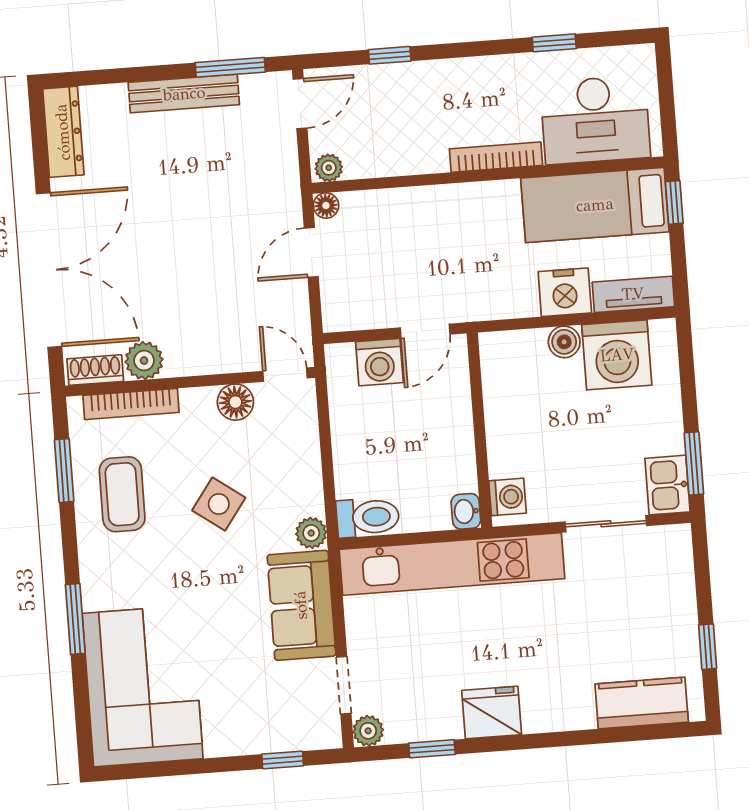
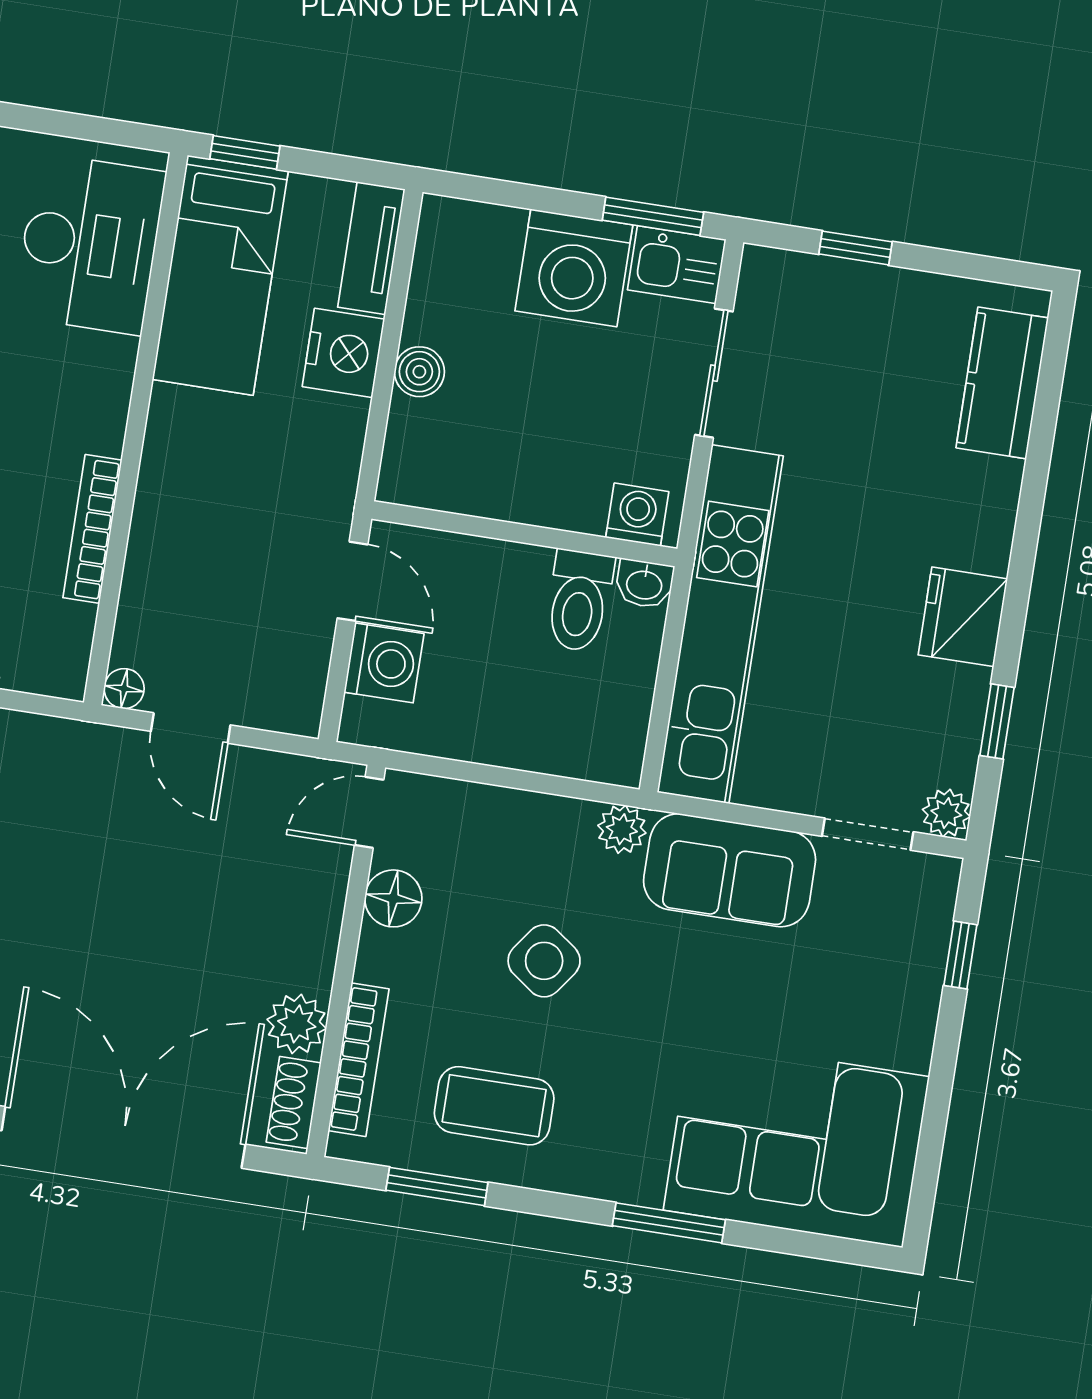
bookcase: (496, 157) -> (92, 529), moved
plant: (329, 168) -> (67, 671), removed
washing machine: (617, 355) -> (574, 268), moved, turned 90
toilet: (368, 517) -> (579, 601), moved, turned 180
window: (708, 647) -> (855, 248), moved

